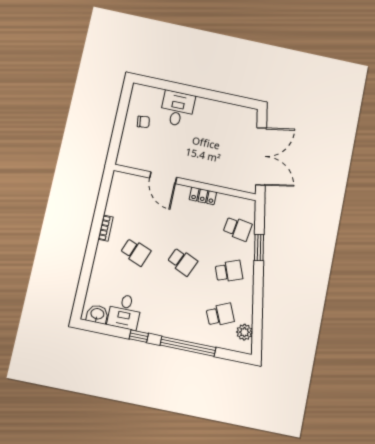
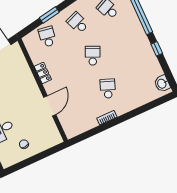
desk: (125, 312) -> (149, 68), removed

